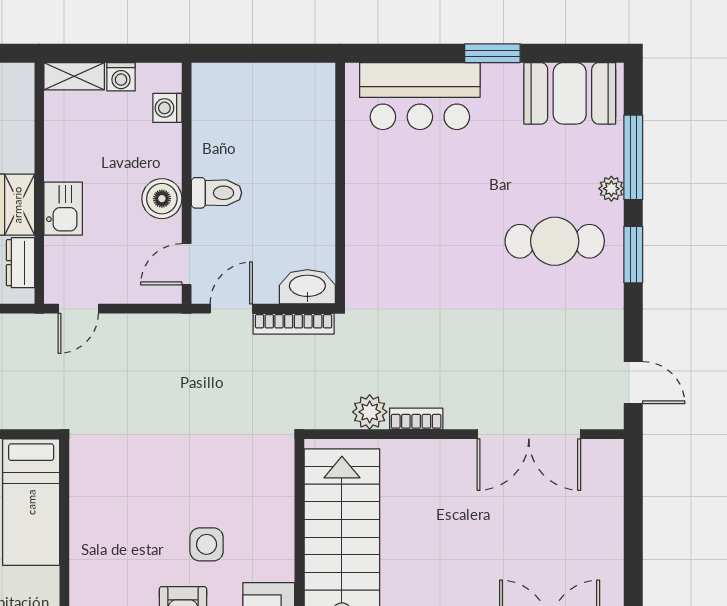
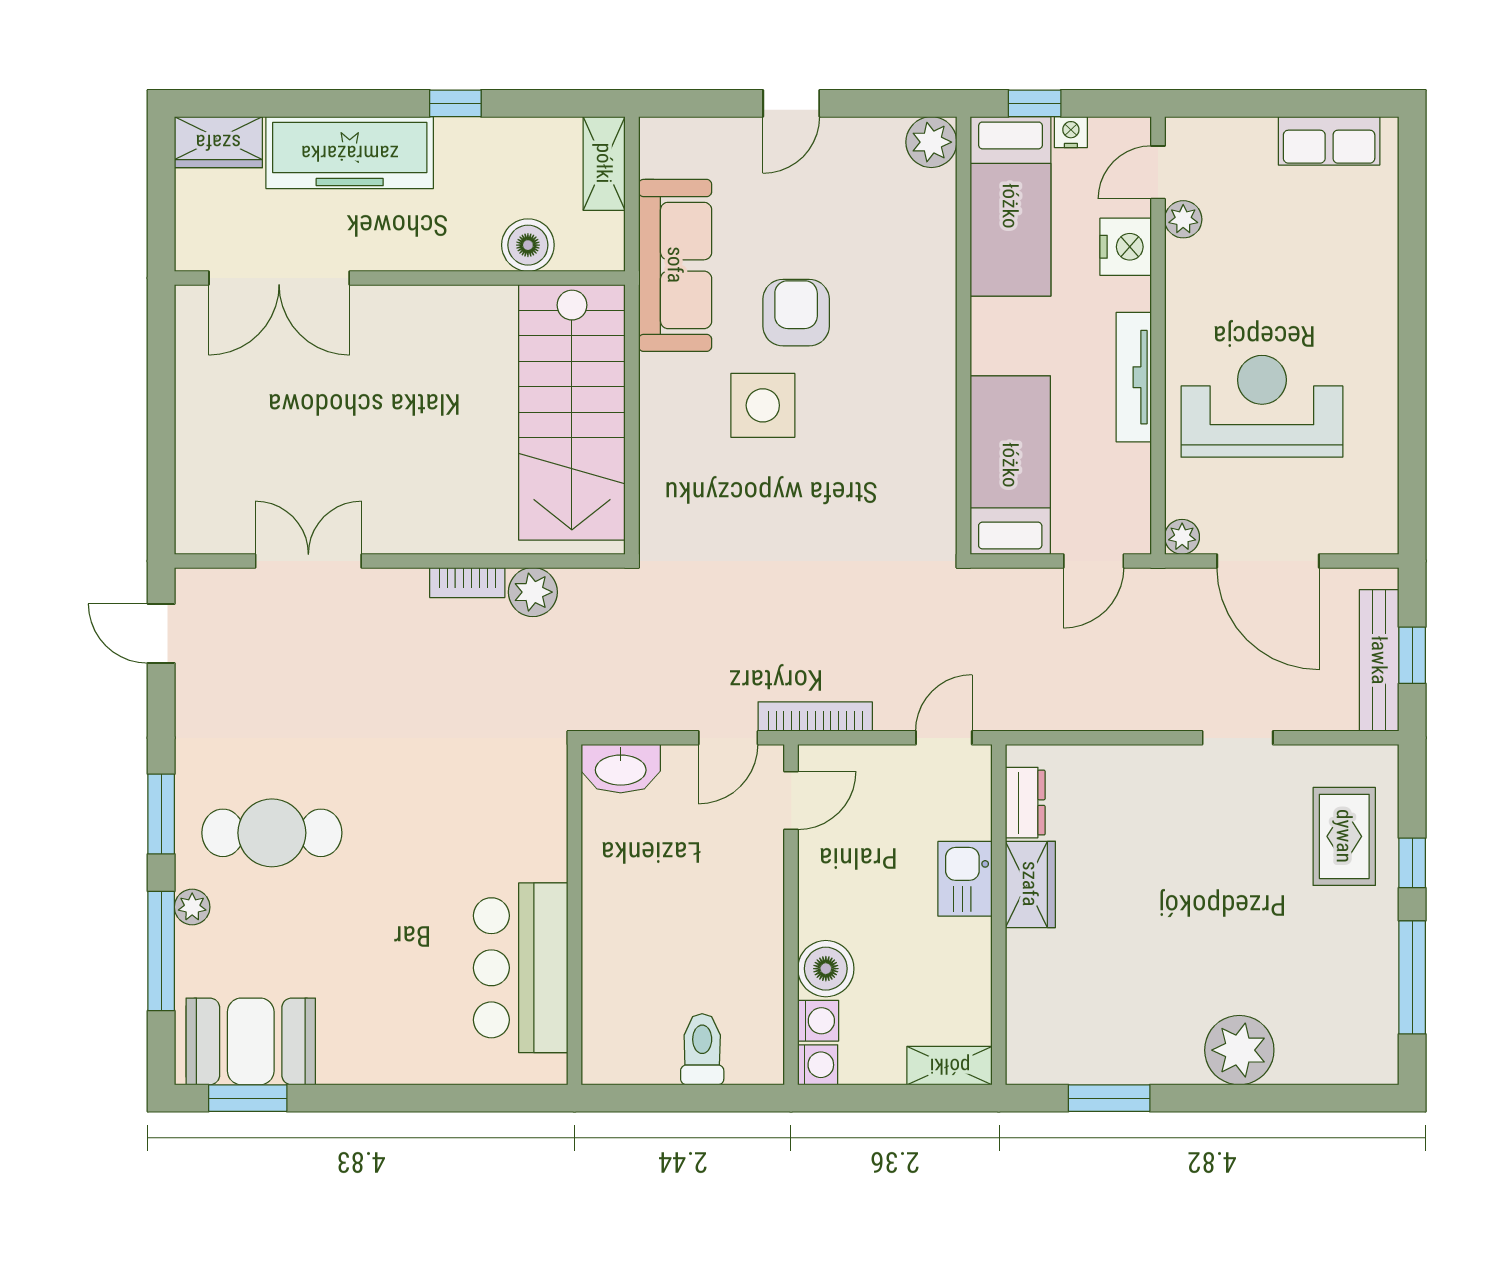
window: (492, 53) -> (248, 1098), moved
washing machine: (121, 77) -> (818, 1065), moved, turned 90
bar counter: (420, 96) -> (521, 968), moved, turned -90
toilet: (216, 193) -> (702, 1049), moved, turned 90
boiler: (162, 199) -> (826, 969), moved
bookcase: (294, 324) -> (815, 716), moved
double door: (529, 434) -> (308, 561), width x0.73
side table: (207, 544) -> (763, 405), width x1.37, depth x1.37

